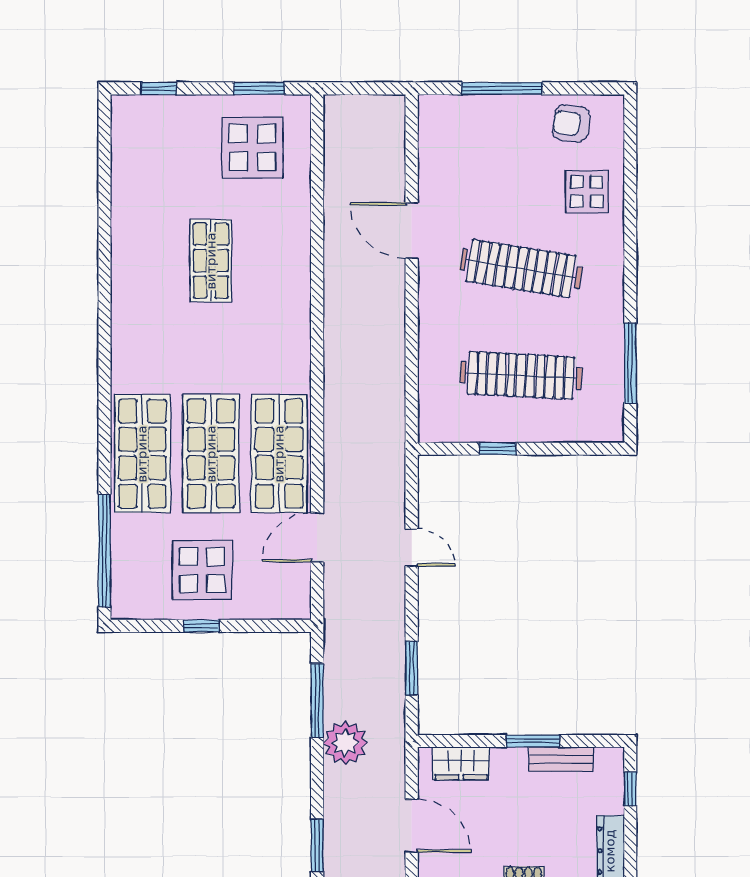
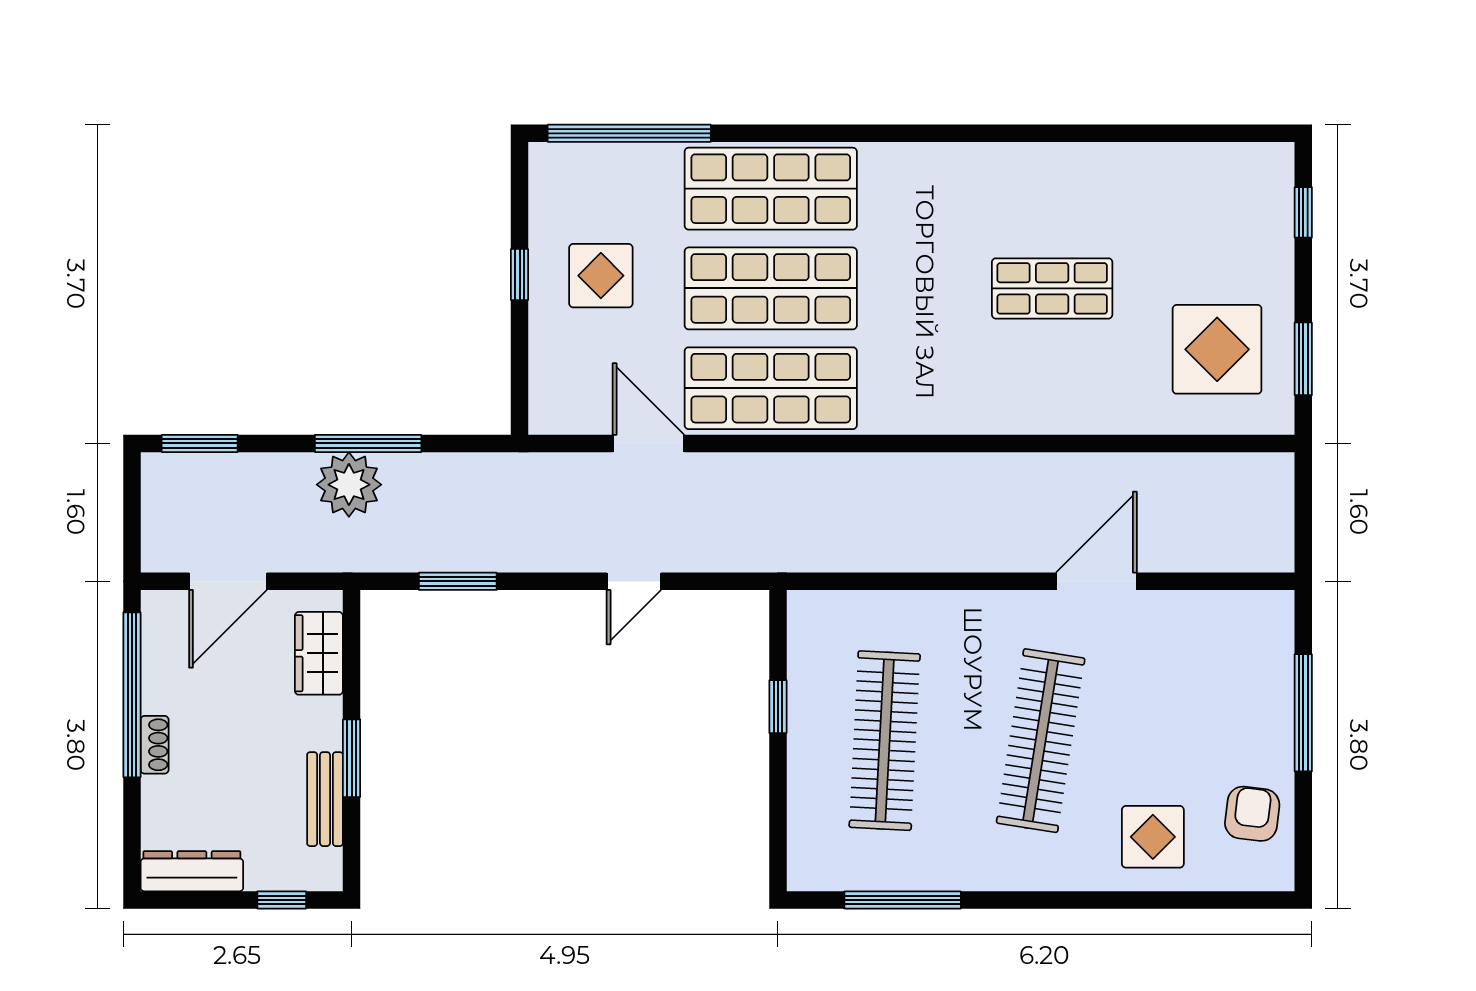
display table: (202, 570) -> (601, 276), width x0.73, depth x0.73
window: (317, 700) -> (368, 443), moved

